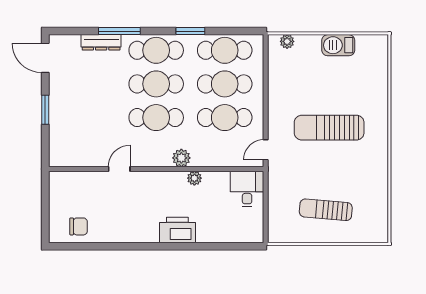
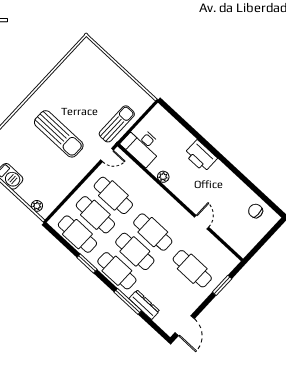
window: (45, 110) -> (222, 285), moved
cafe table: (88, 118) -> (192, 269), added
plant: (181, 158) -> (160, 195), removed
door: (119, 169) -> (201, 222), swing flipped
desk: (247, 189) -> (142, 146), width x1.37
sun lounger: (326, 210) -> (117, 124), moved, turned -95

